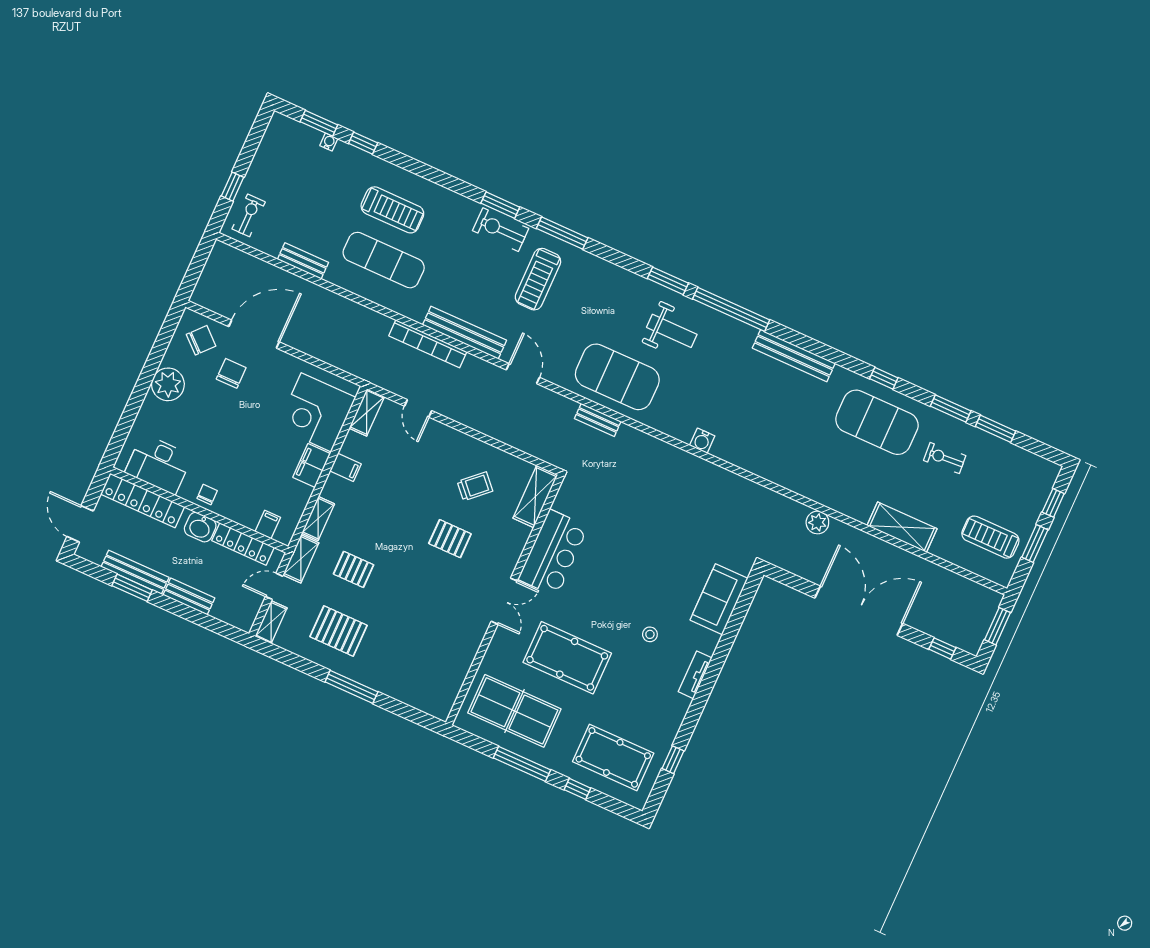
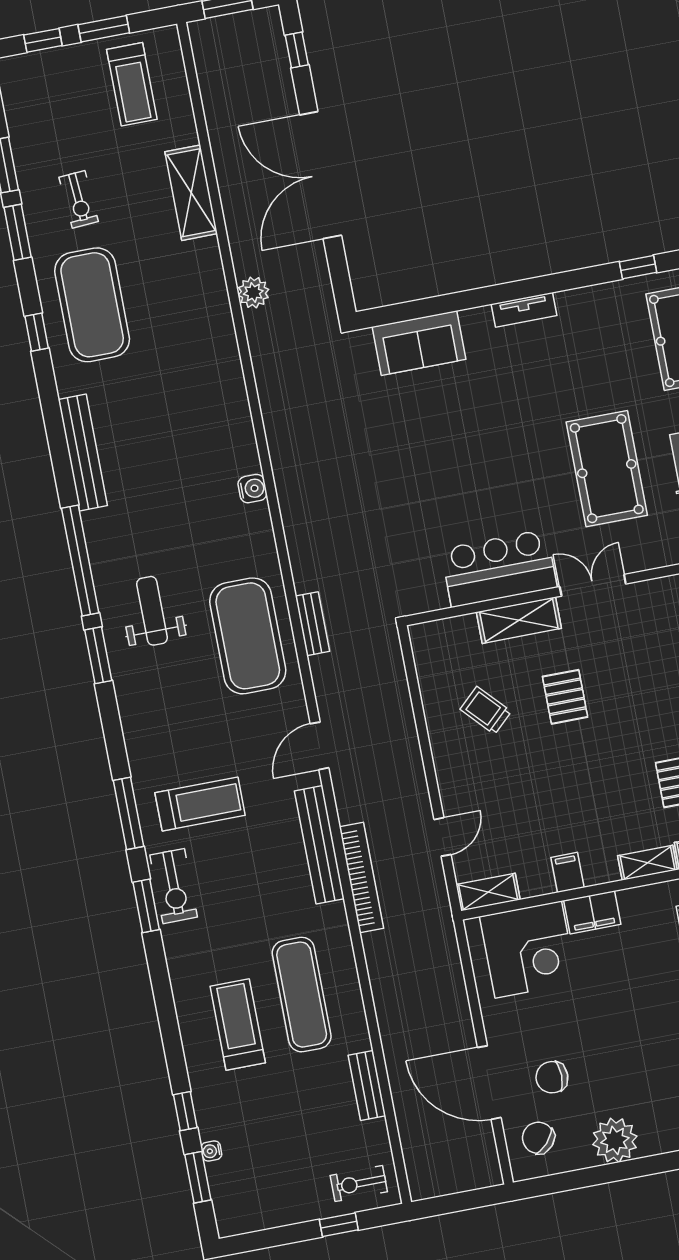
shelving: (535, 497) -> (519, 620), moved
stool: (650, 634) -> (514, 393), removed

